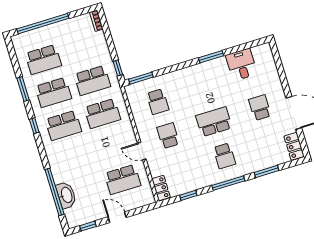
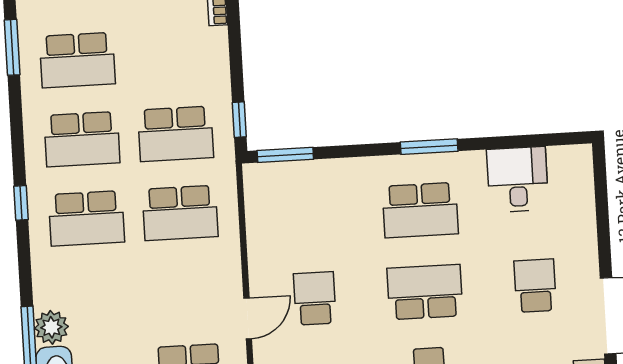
window: (211, 57) -> (429, 147), moved
window: (23, 89) -> (12, 47), moved
school desk: (158, 102) -> (420, 210), moved, width x1.85
door: (142, 151) -> (248, 318), swing flipped
plant: (60, 175) -> (51, 327), added

